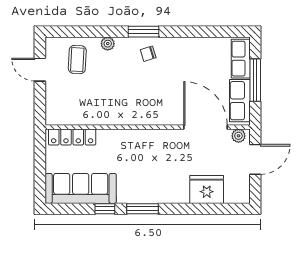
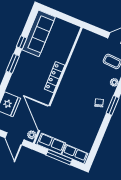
door: (206, 127) -> (44, 118), swing flipped
locker: (72, 137) -> (55, 77), moved

